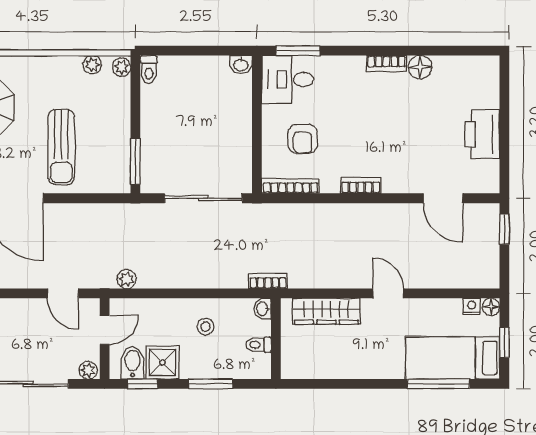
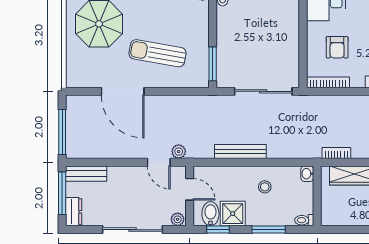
sun lounger: (61, 147) -> (157, 53), turned 100
plant: (127, 279) -> (179, 152), moved
bench: (173, 279) -> (240, 151), added
bookcase: (268, 281) -> (336, 153), moved
door: (105, 330) -> (190, 189), hinge flipped
toilet: (258, 345) -> (304, 220), moved

